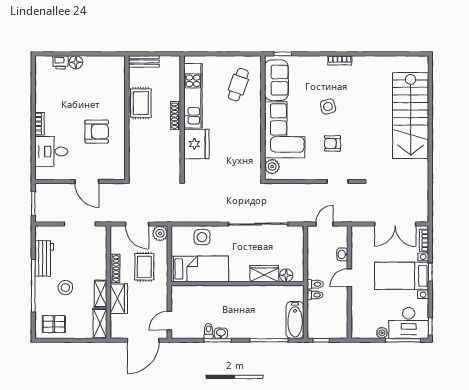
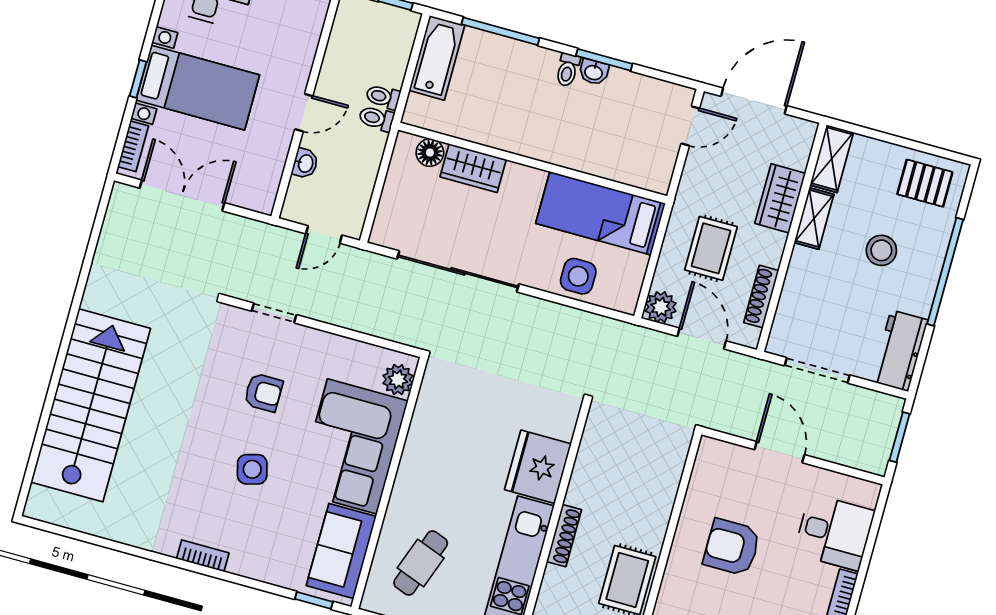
workbench: (44, 258) -> (900, 351), moved
shoe rack: (115, 268) -> (761, 297), moved
toilet: (209, 331) -> (568, 70), moved

